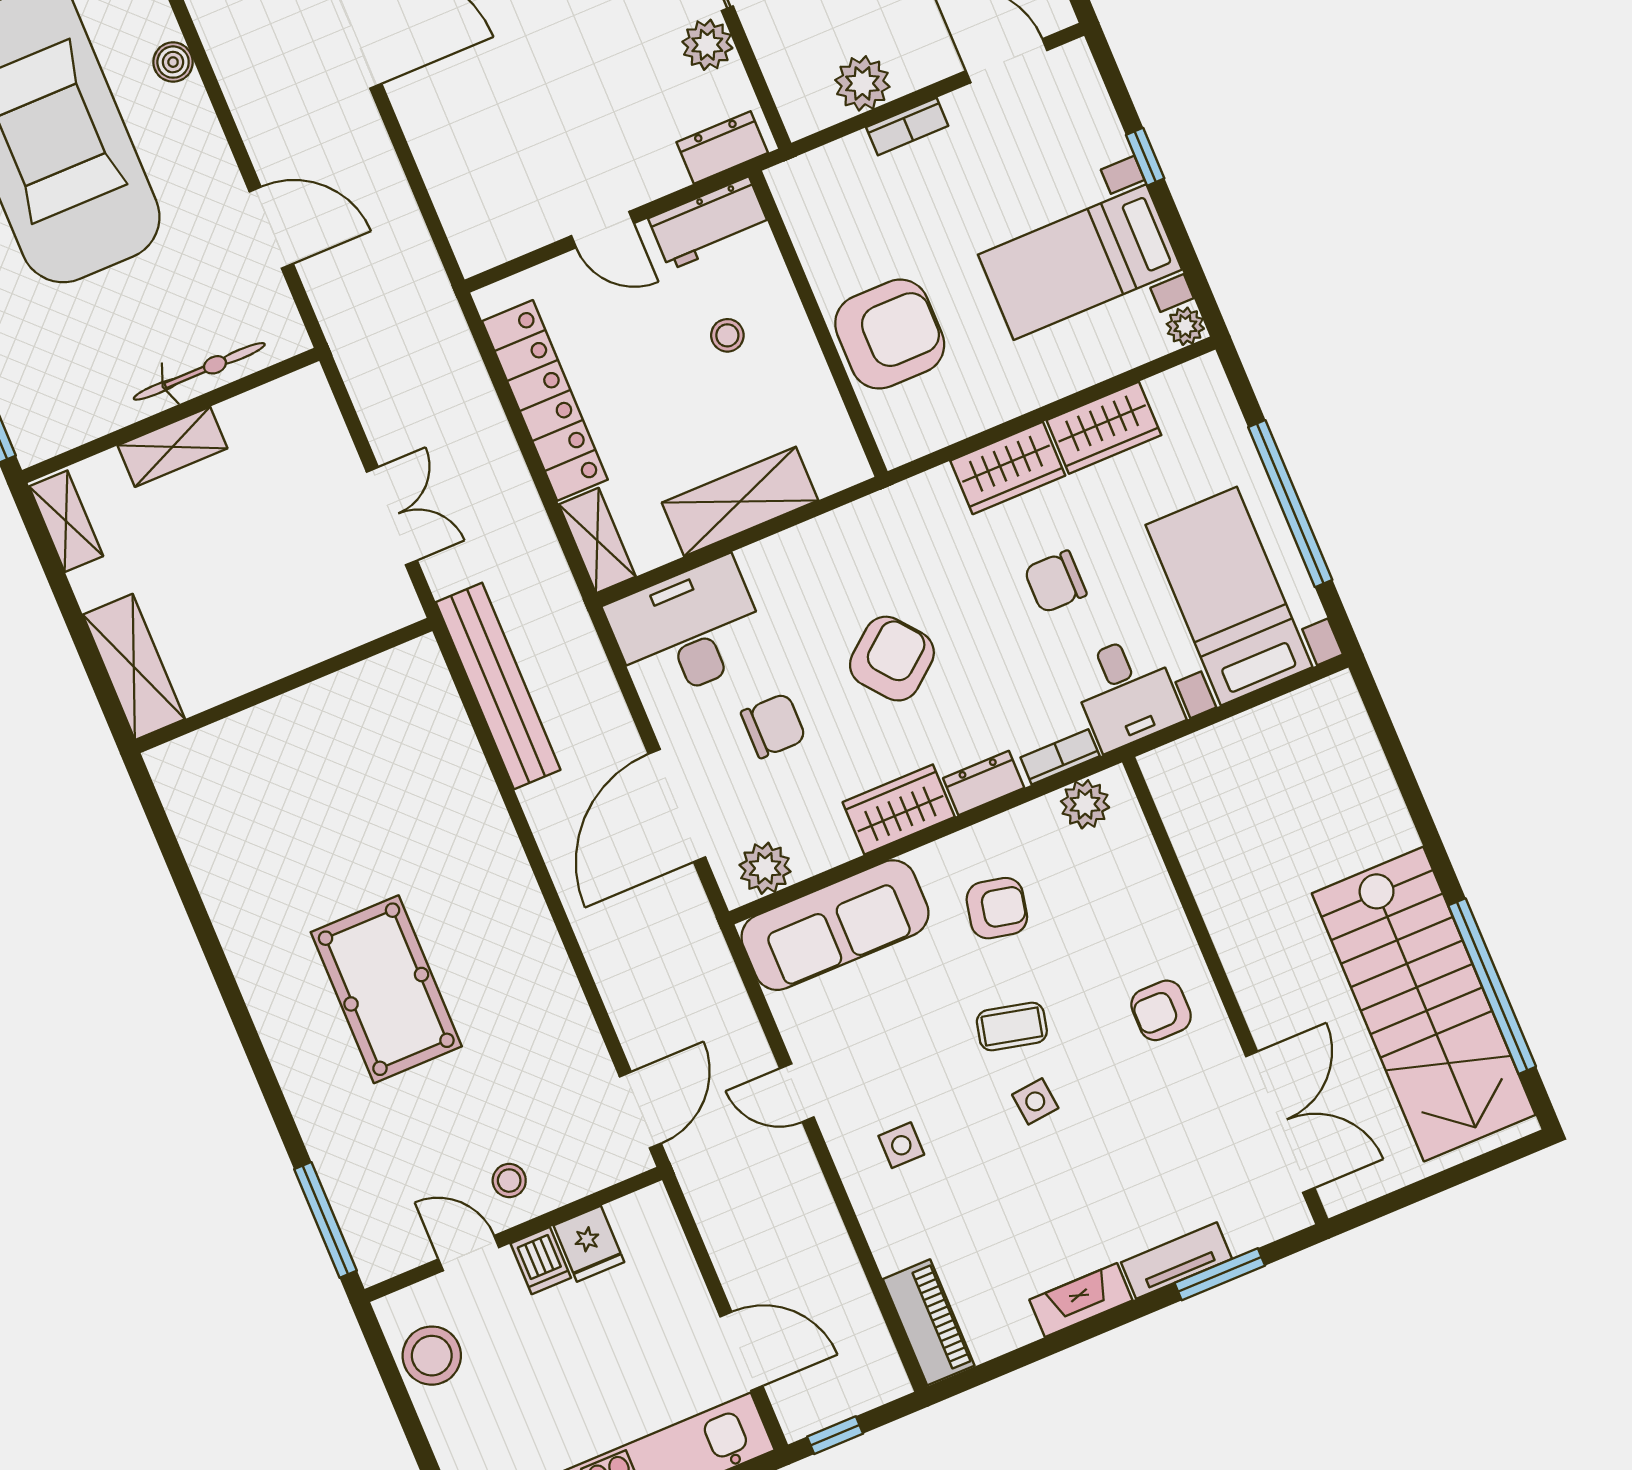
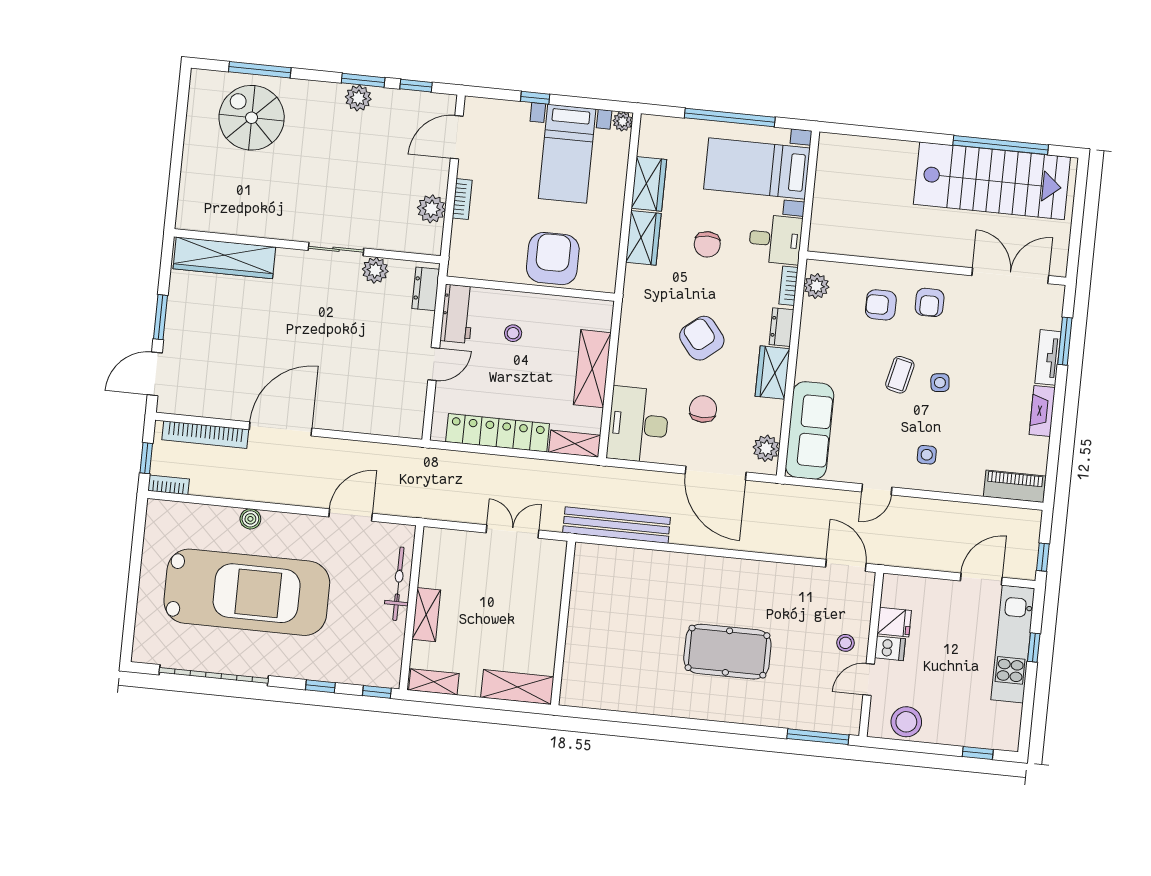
armchair: (997, 908) -> (881, 305), moved, turned -102

